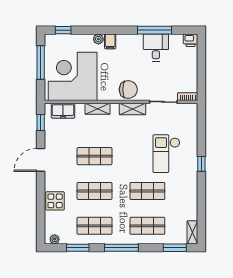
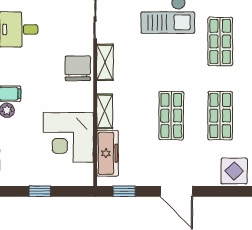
window: (41, 63) -> (40, 191), width x0.46
corner desk: (73, 76) -> (68, 137), width x0.74, depth x0.74
freezer: (63, 111) -> (107, 153), width x1.40

